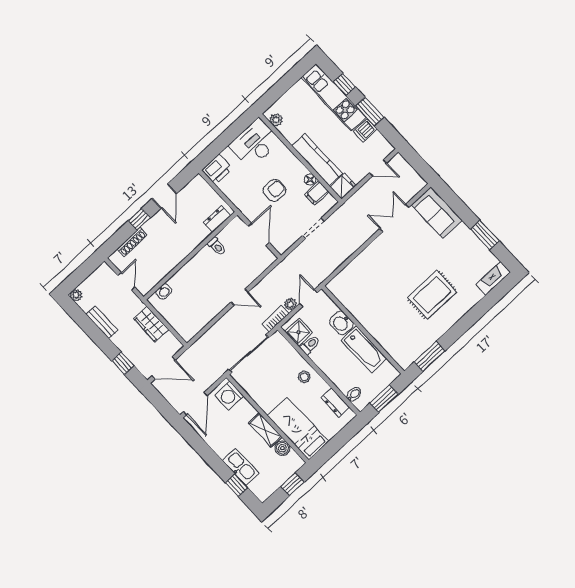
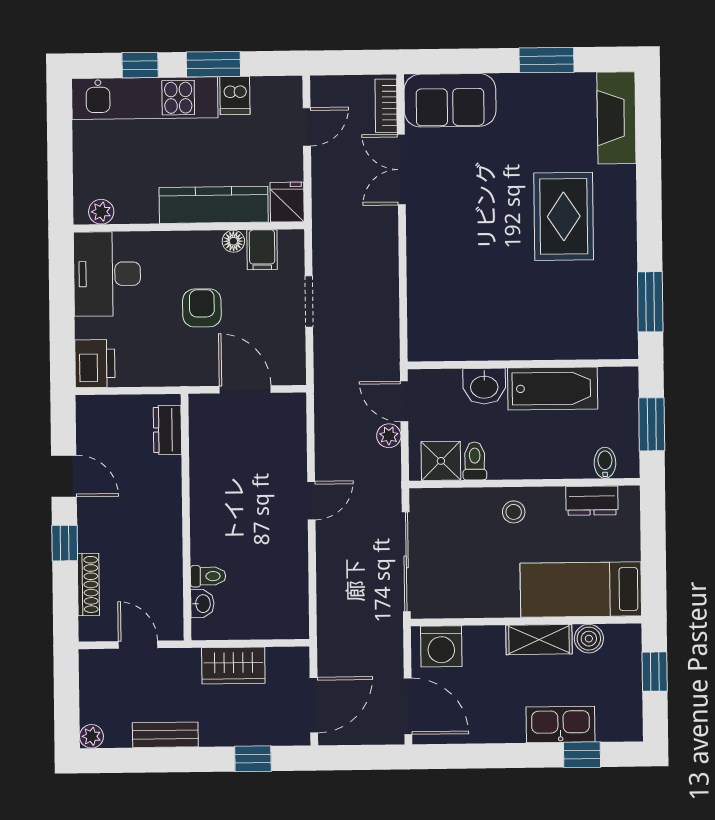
toilet: (217, 246) -> (208, 576), moved
fireplace: (493, 278) -> (616, 118), width x1.37, depth x1.32
bookcase: (275, 319) -> (386, 106), moved

